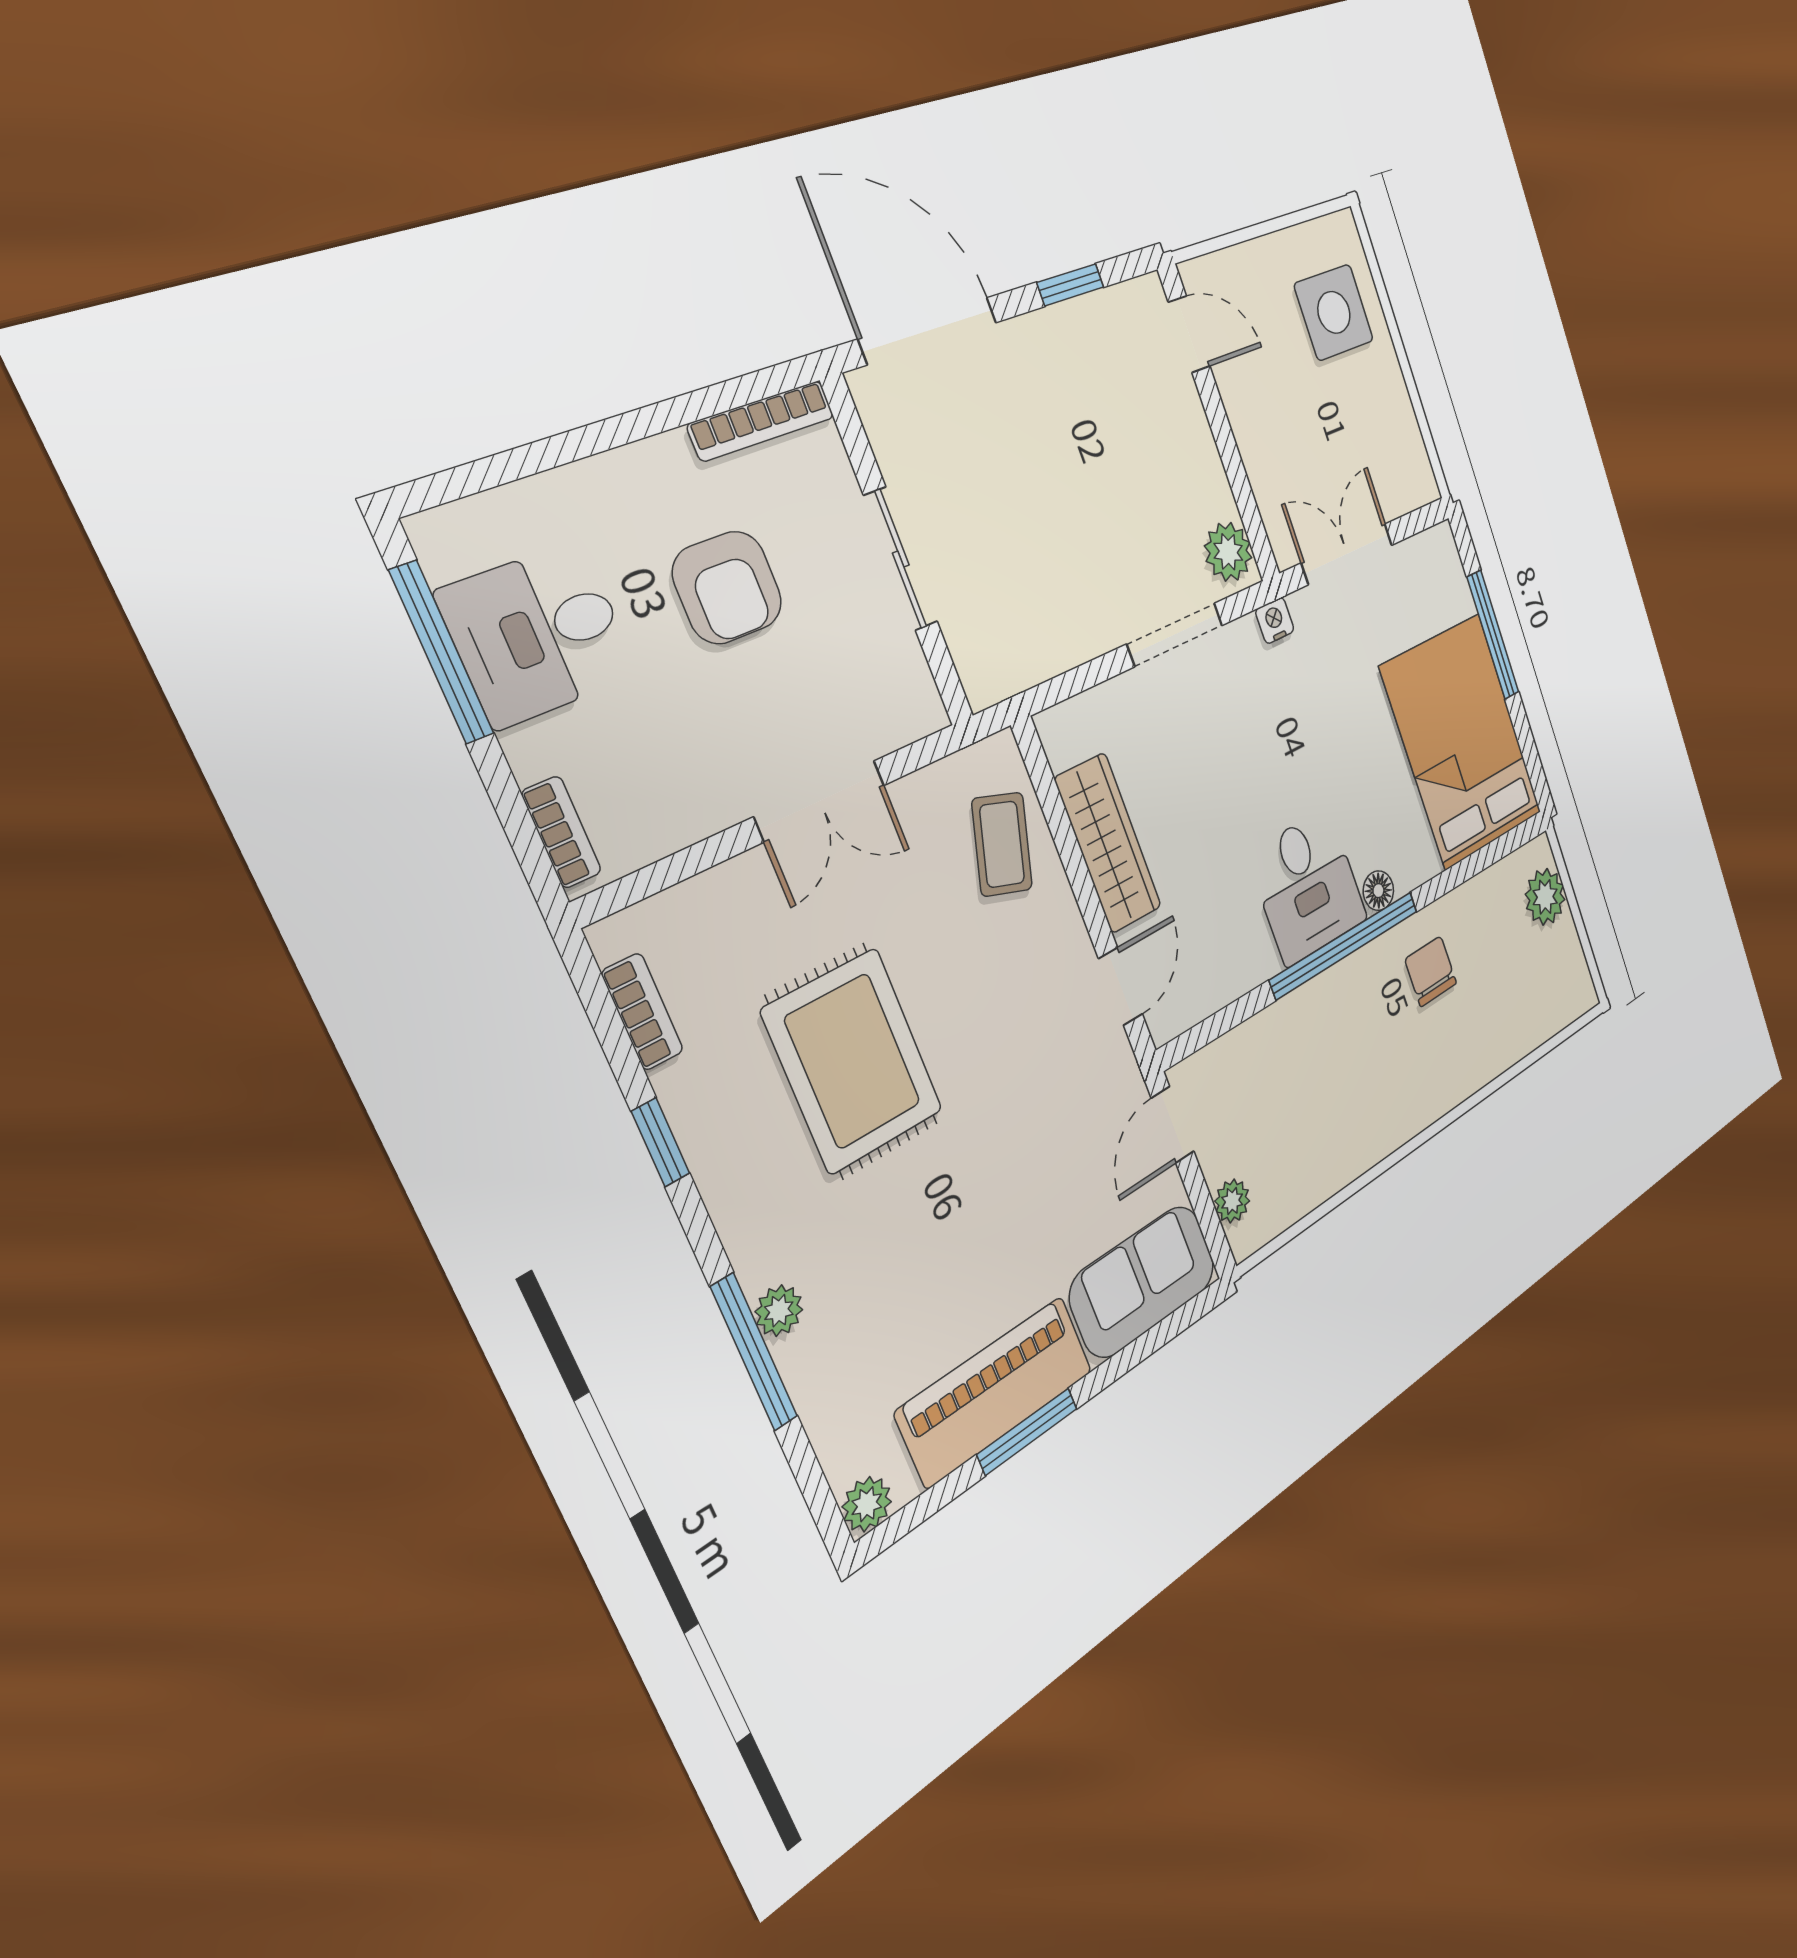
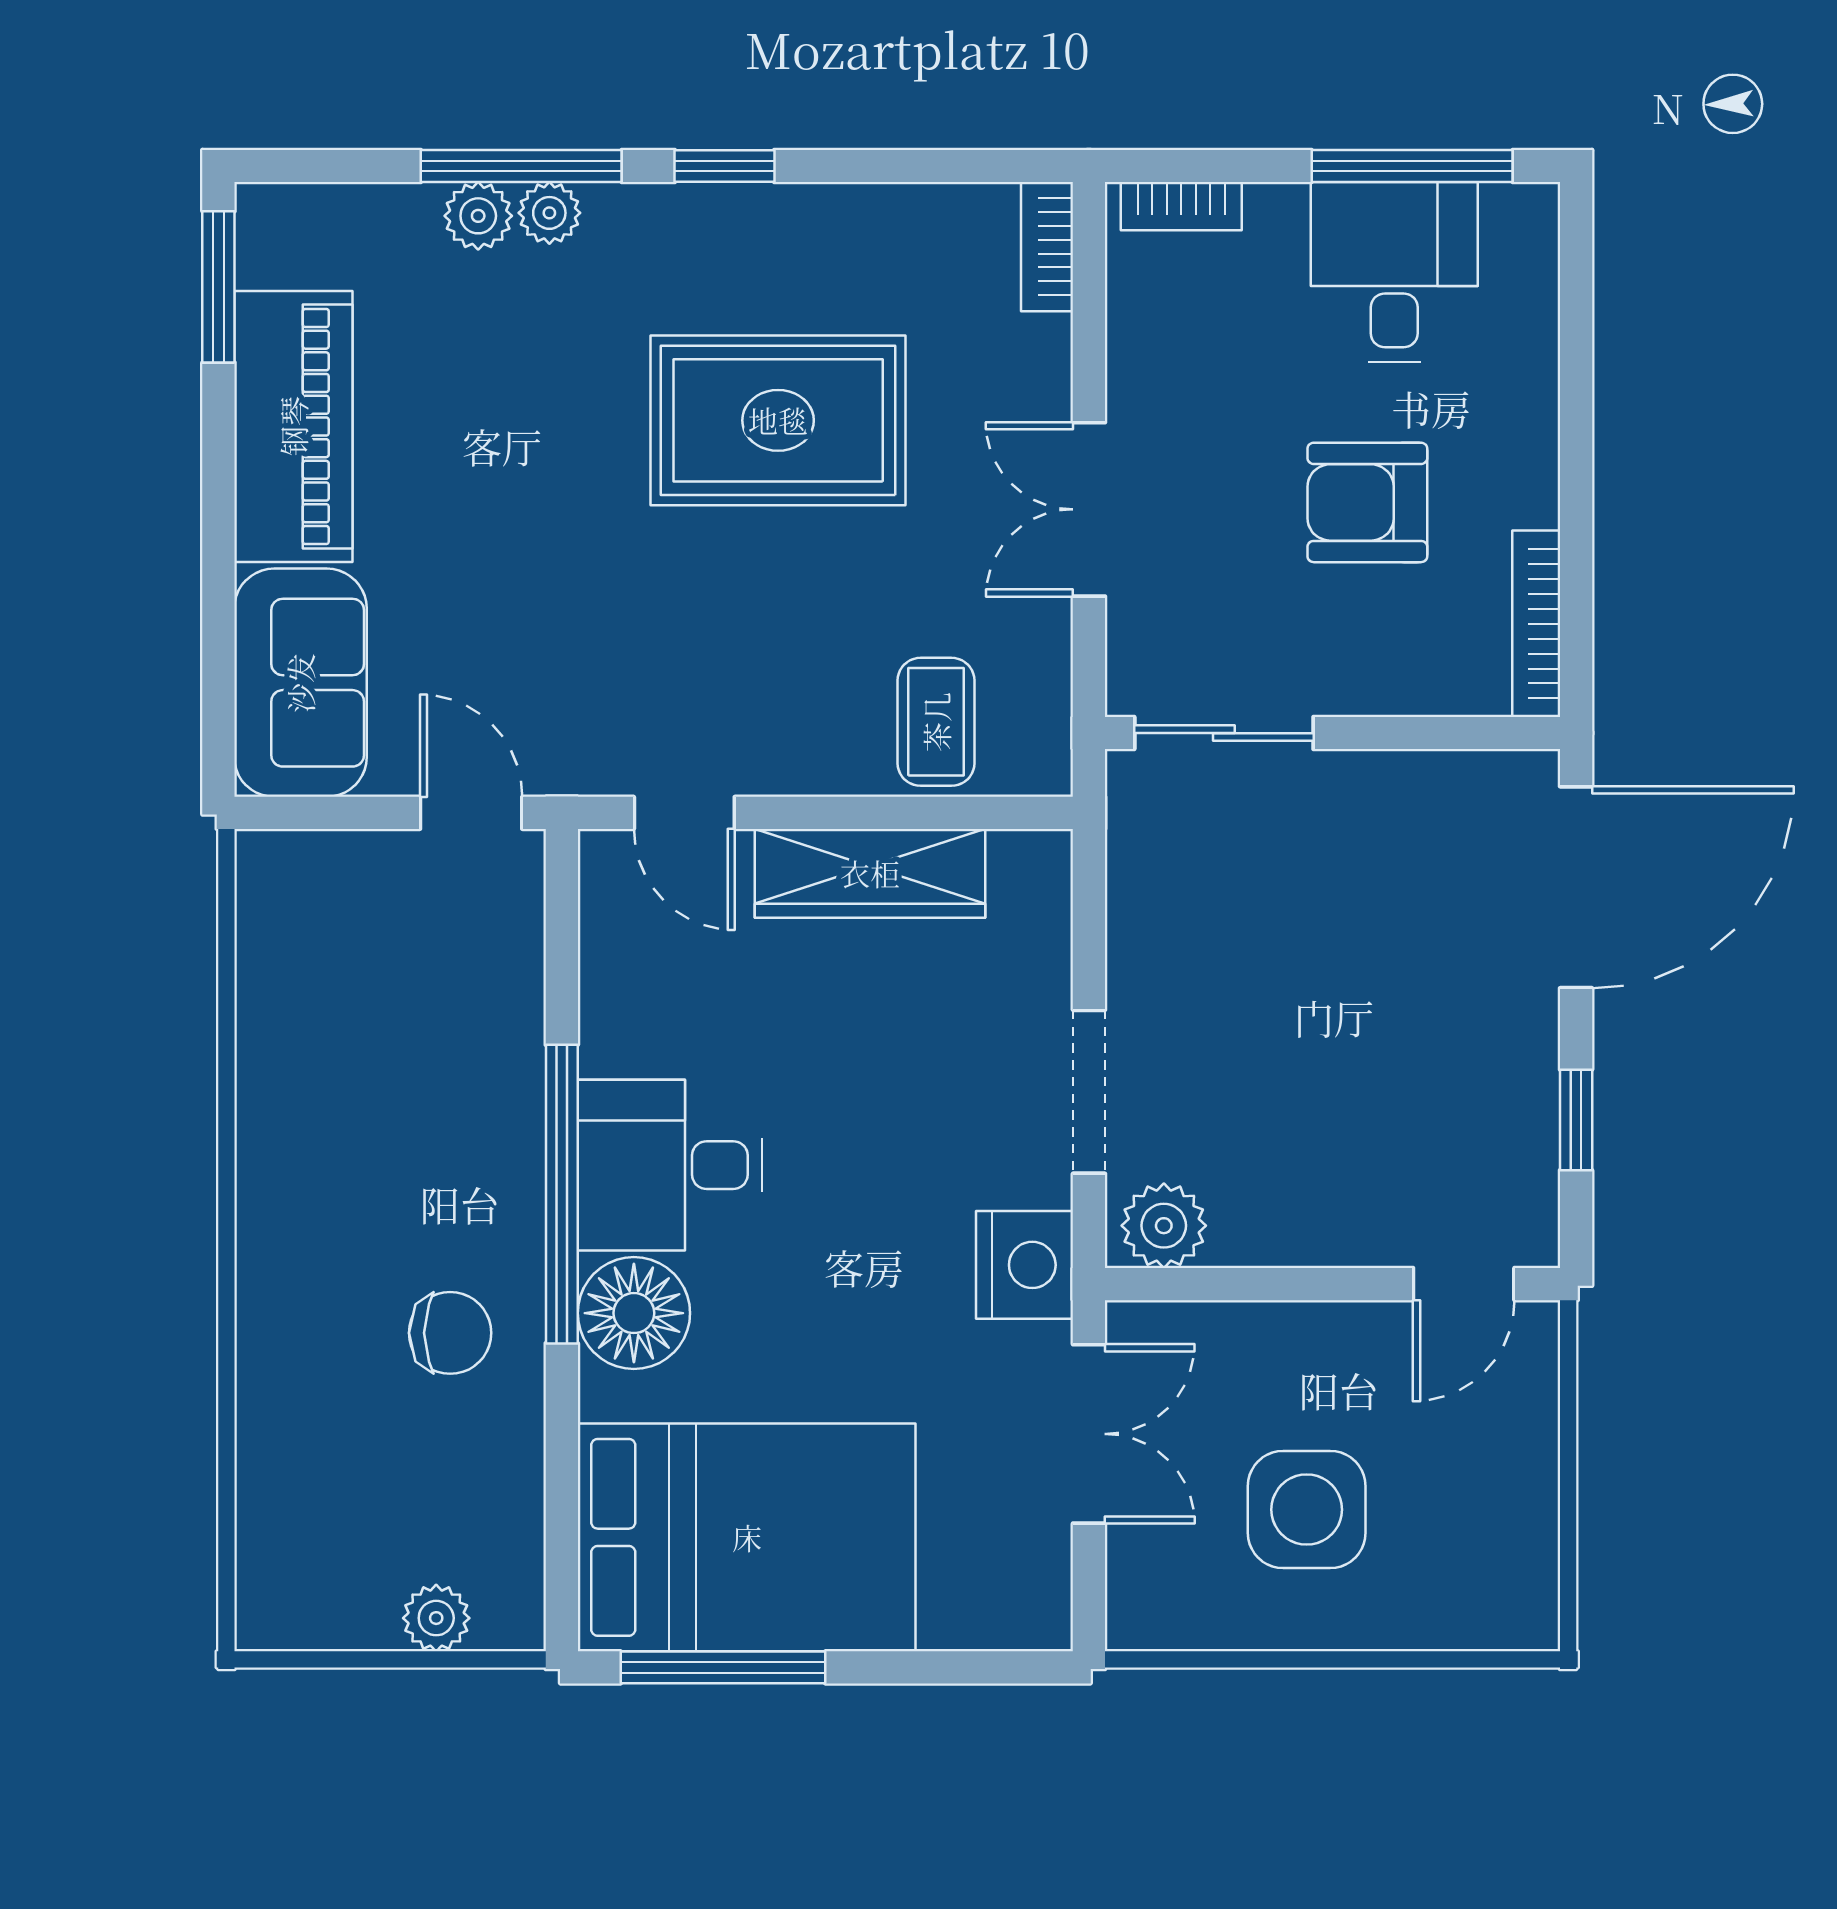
side table: (1334, 312) -> (1307, 1510), moved
sliding door: (901, 559) -> (1224, 733), moved
nightstand: (1275, 621) -> (1025, 1265), width x1.89, depth x1.79
window: (1493, 635) -> (723, 1667), moved
coffee table: (1002, 844) -> (936, 722), turned 73
floor lamp: (1378, 891) -> (634, 1313), width x1.89, depth x1.89
plant: (1545, 897) -> (436, 1618), width x0.73, depth x0.73
bookcase: (642, 1012) -> (1047, 247), moved, turned 90
window: (660, 1142) -> (724, 166), moved
plant: (1232, 1201) -> (323, 860), removed
window: (1027, 1431) -> (218, 287), moved
plant: (867, 1504) -> (478, 216), moved

